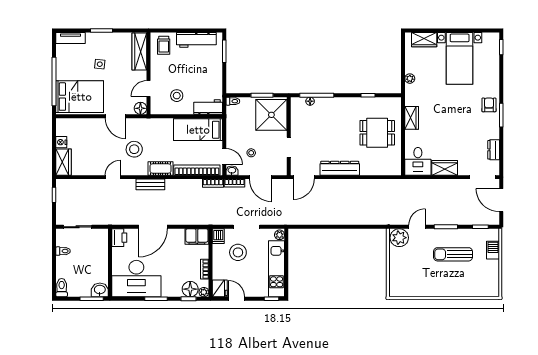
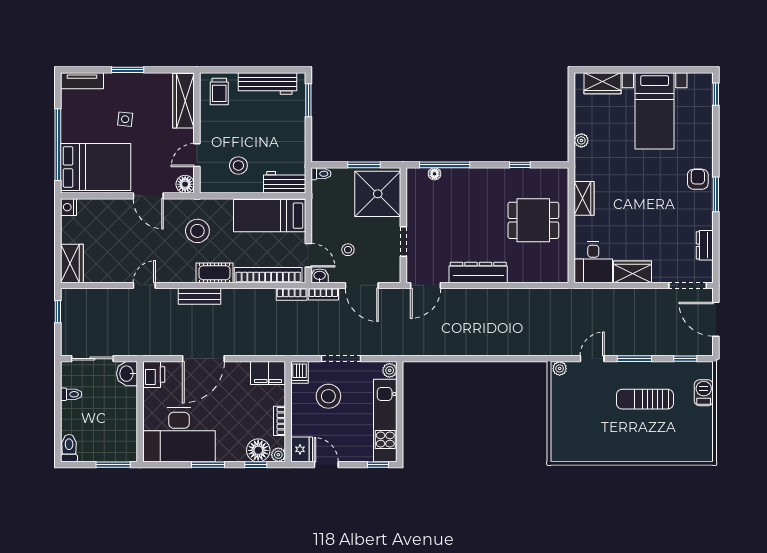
nightstand: (61, 142) -> (68, 207), moved
stool: (134, 149) -> (197, 231), moved
plant: (399, 238) -> (560, 368), width x0.53, depth x0.53
washbasin: (100, 290) -> (127, 374), moved, turned -90

